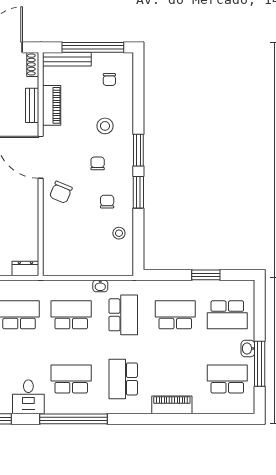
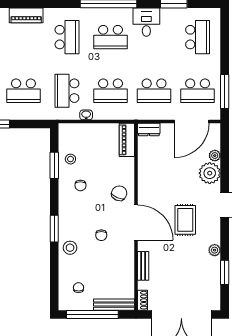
piano: (52, 105) -> (127, 140), moved
stool: (105, 126) -> (70, 248), moved
chair: (98, 163) -> (101, 235), moved
window: (138, 192) -> (54, 165), moved

